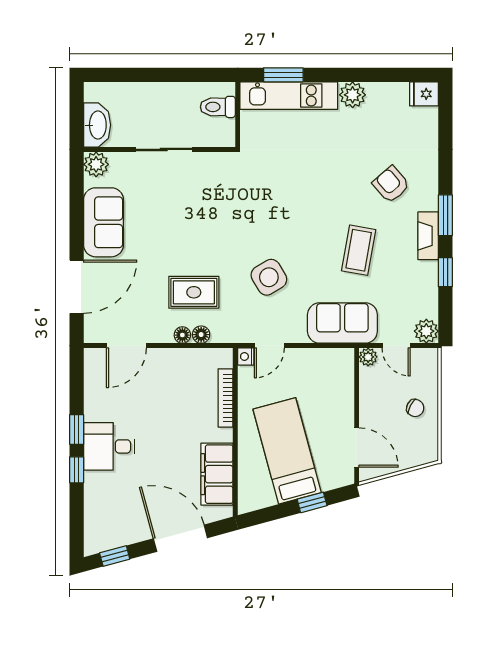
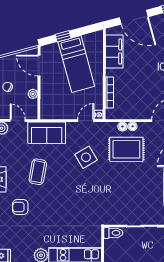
toilet: (218, 107) -> (113, 233), moved
armchair: (391, 184) -> (20, 207), turned 131
rug: (194, 292) -> (126, 149), width x1.36, depth x1.43
plant: (368, 357) -> (33, 94), moved

